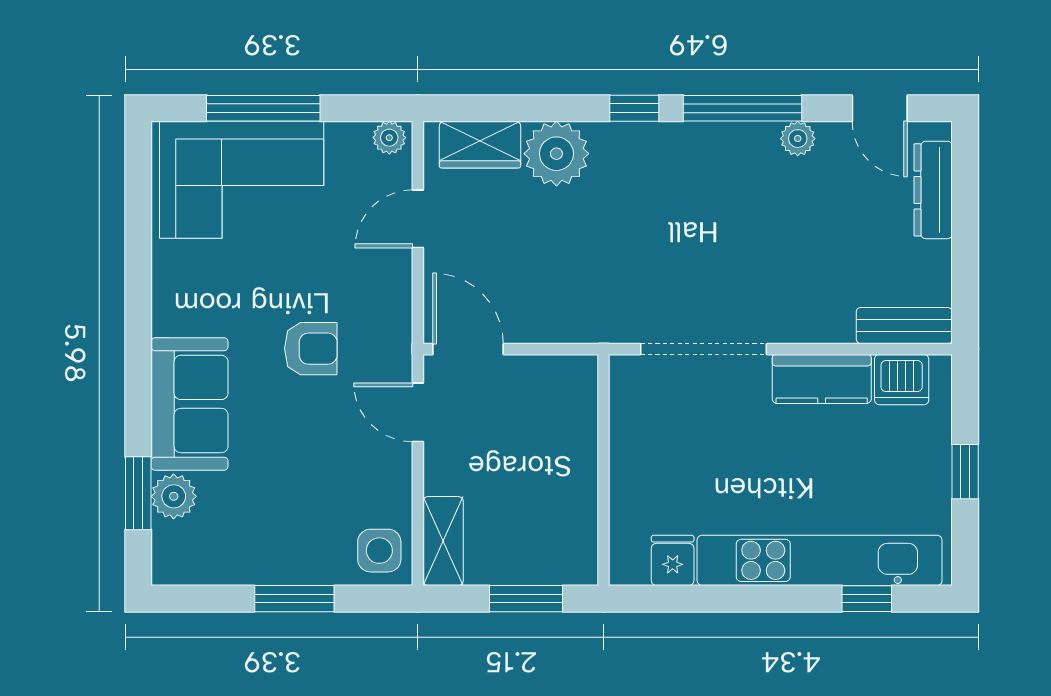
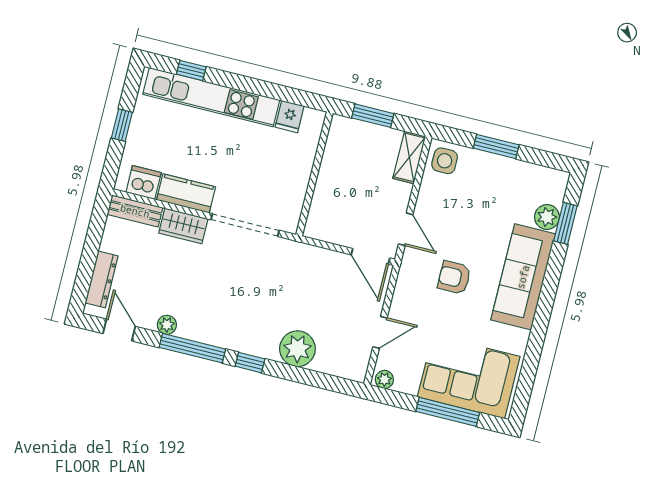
wardrobe: (480, 145) -> (183, 226), moved, turned 180
sofa: (190, 404) -> (523, 277), width x1.36

